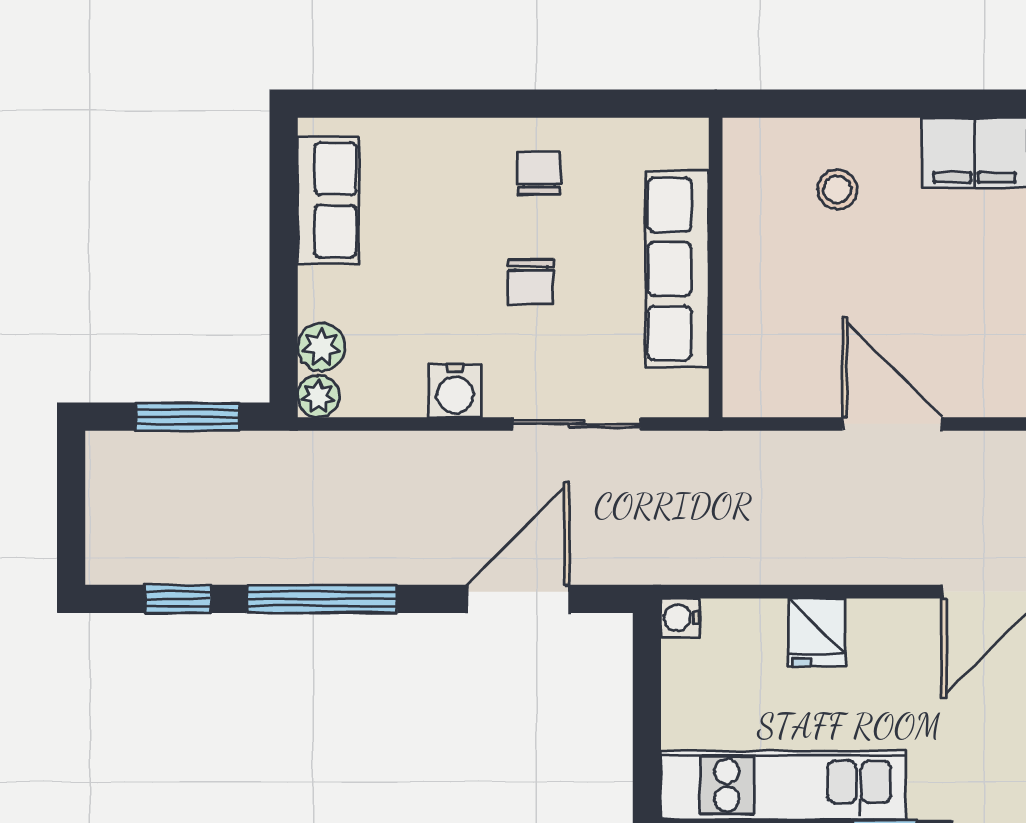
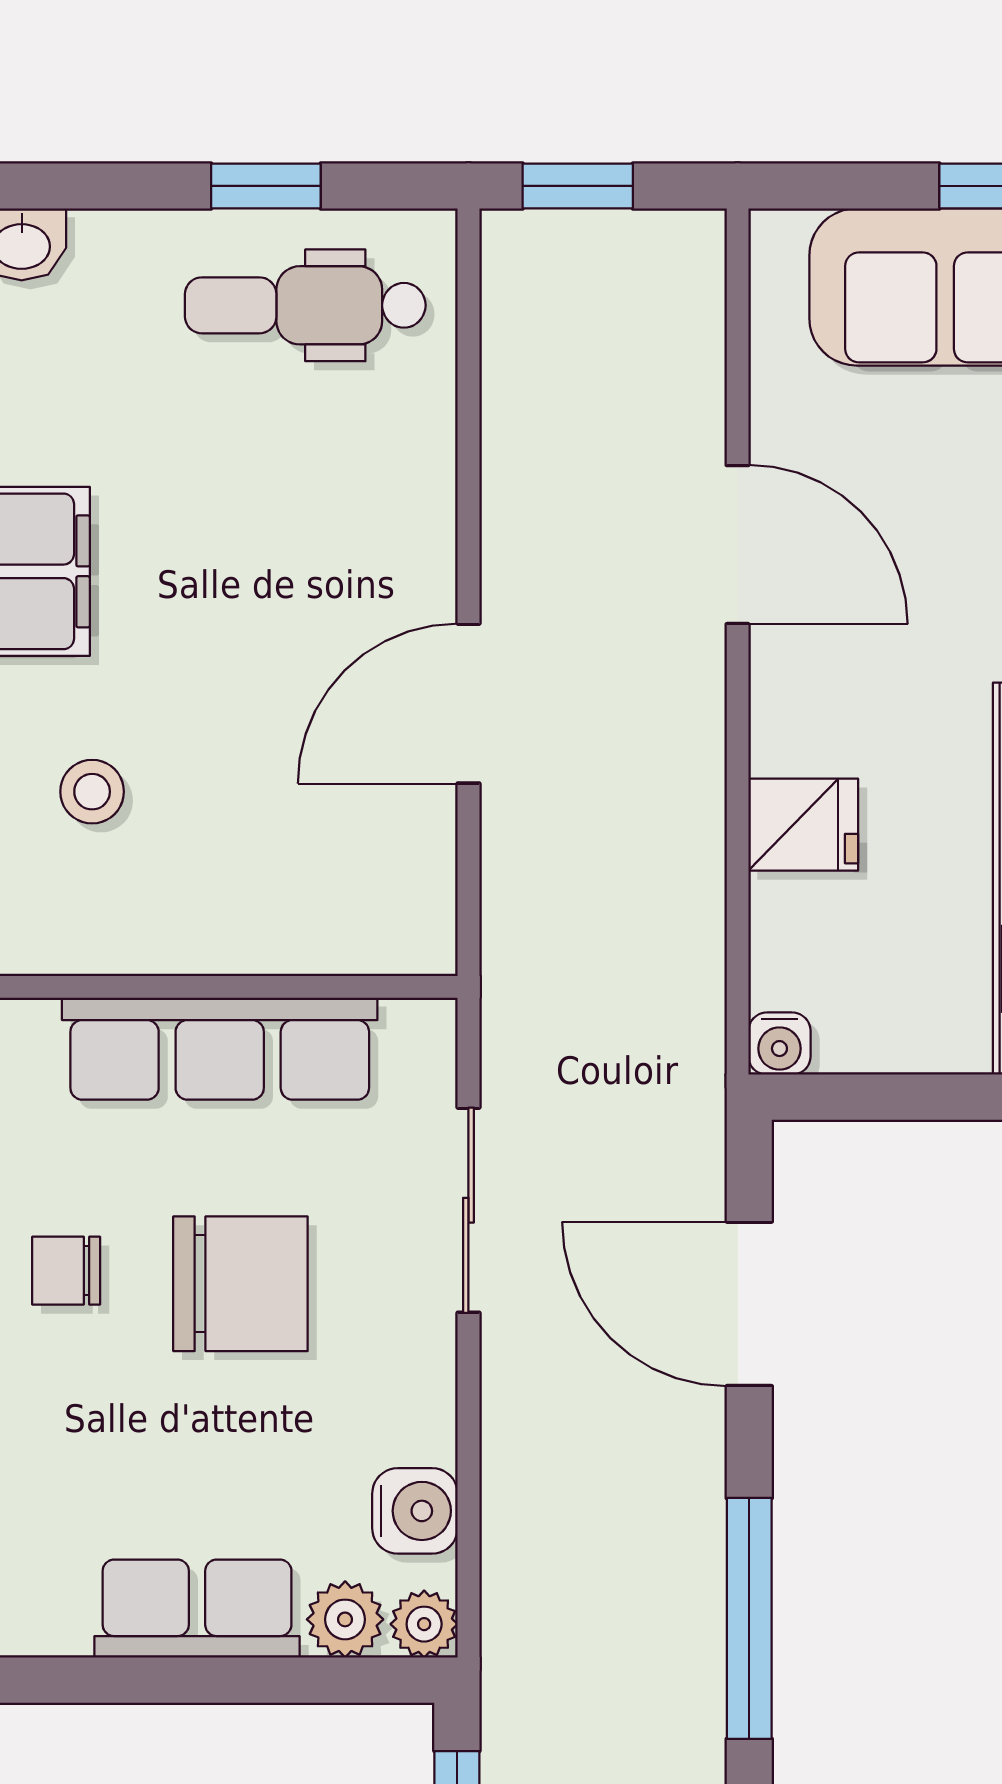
row of seats: (328, 200) -> (197, 1609), moved
chair: (531, 282) -> (240, 1284), width x1.87, depth x1.87
water cooler: (455, 391) -> (415, 1511), moved

